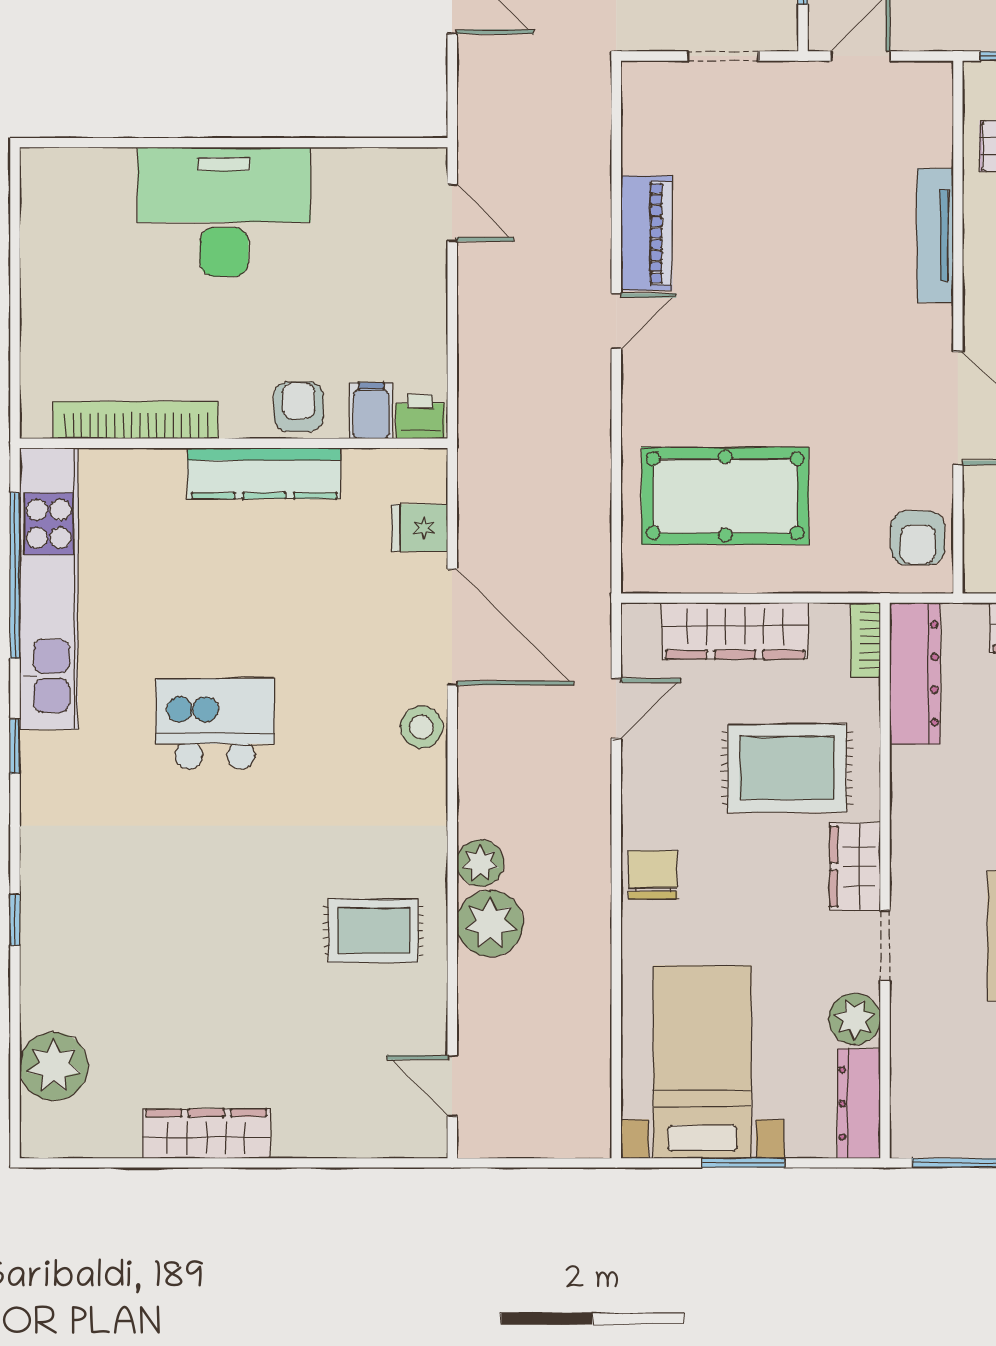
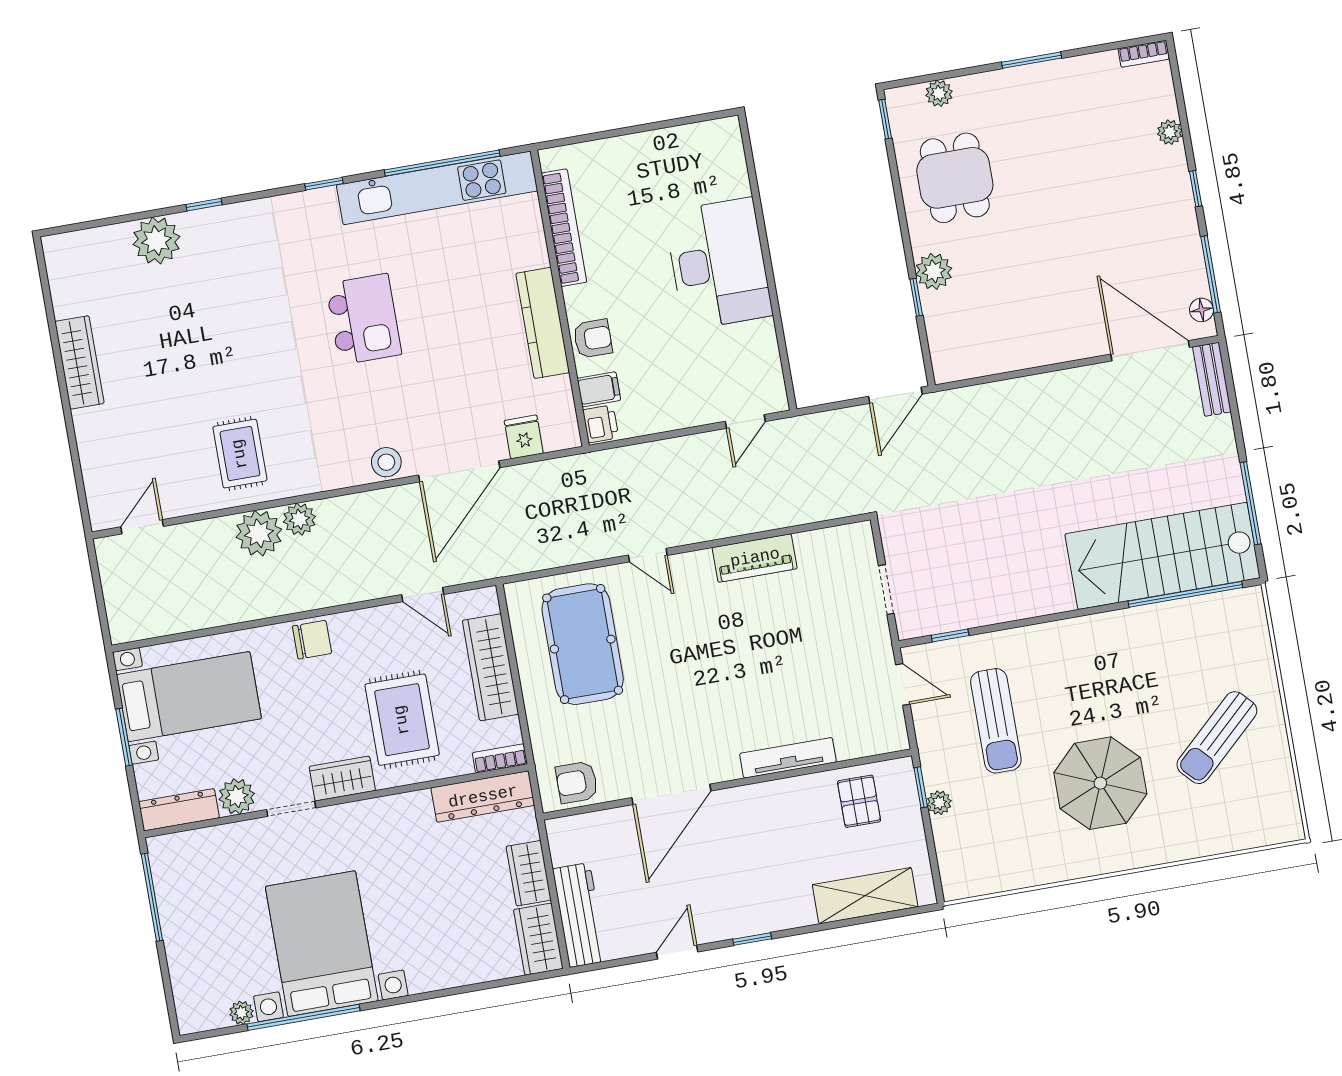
door: (616, 321) -> (648, 555), moved
plant: (54, 1066) -> (156, 241), moved

